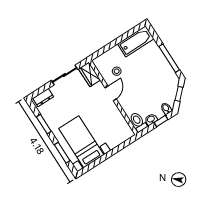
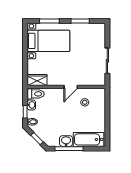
bathtub: (136, 41) -> (89, 139), moved, turned 90
washbasin: (164, 65) -> (66, 141), added
wardrobe: (89, 75) -> (37, 80), moved
door: (111, 93) -> (71, 87), hinge flipped
dresser: (43, 98) -> (101, 33), removed

